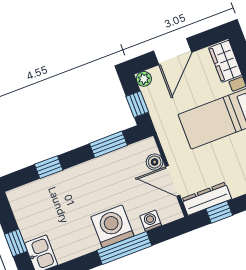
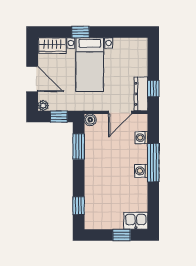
boiler: (155, 162) -> (90, 120), moved
window: (49, 167) -> (79, 206), moved
washing machine: (112, 226) -> (141, 171), width x0.53, depth x0.53

